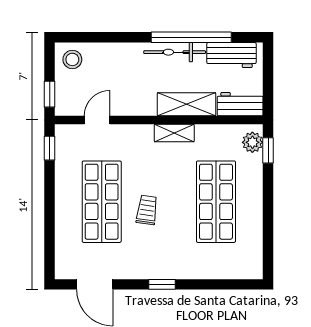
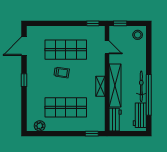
shelving: (186, 104) -> (115, 86), width x1.47
plant: (252, 142) -> (40, 126), moved

